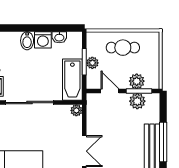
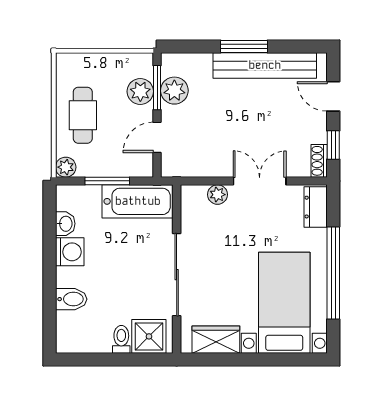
bidet: (27, 41) -> (71, 299), moved
plant: (92, 63) -> (66, 167), moved
plant: (76, 110) -> (217, 195), moved
window: (163, 142) -> (244, 46), width x0.69

